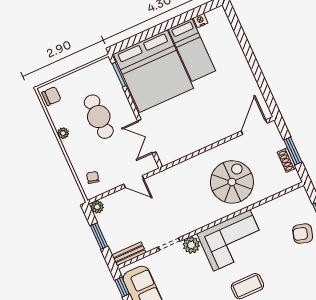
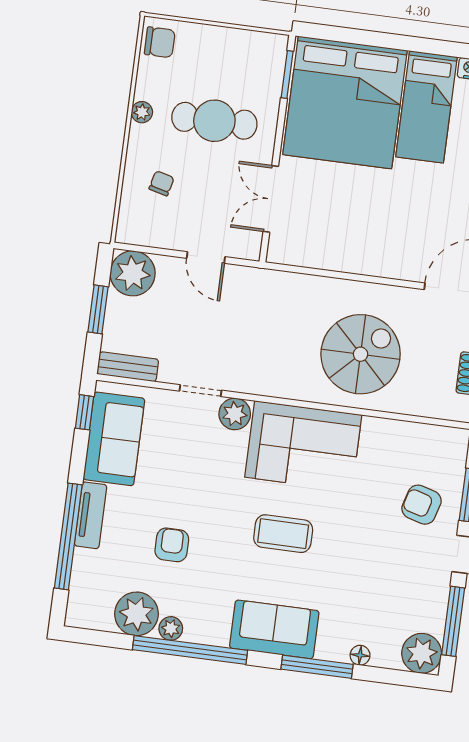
cafe table: (99, 117) -> (214, 121), turned 90
chair: (93, 177) -> (162, 183), moved
plant: (97, 207) -> (133, 273), width x1.87, depth x1.87

